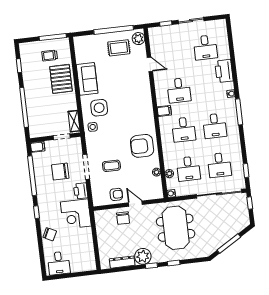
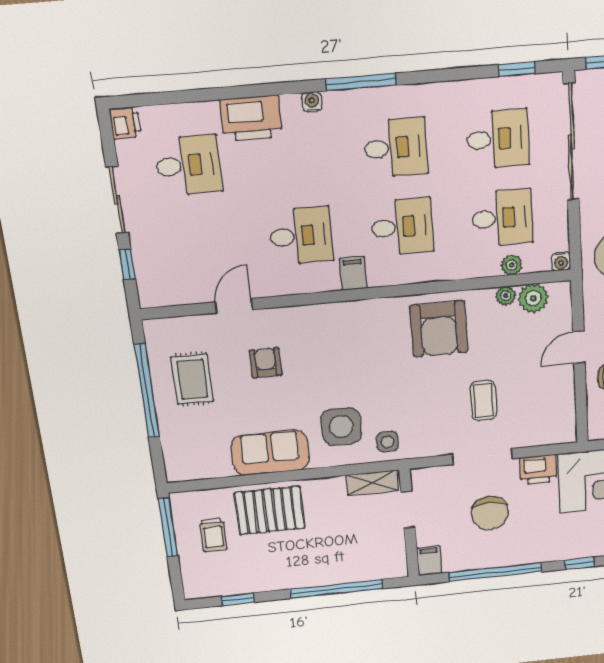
printer: (221, 24) -> (125, 123), added
plant: (138, 39) -> (533, 298), moved
armchair: (116, 194) -> (266, 363), moved

